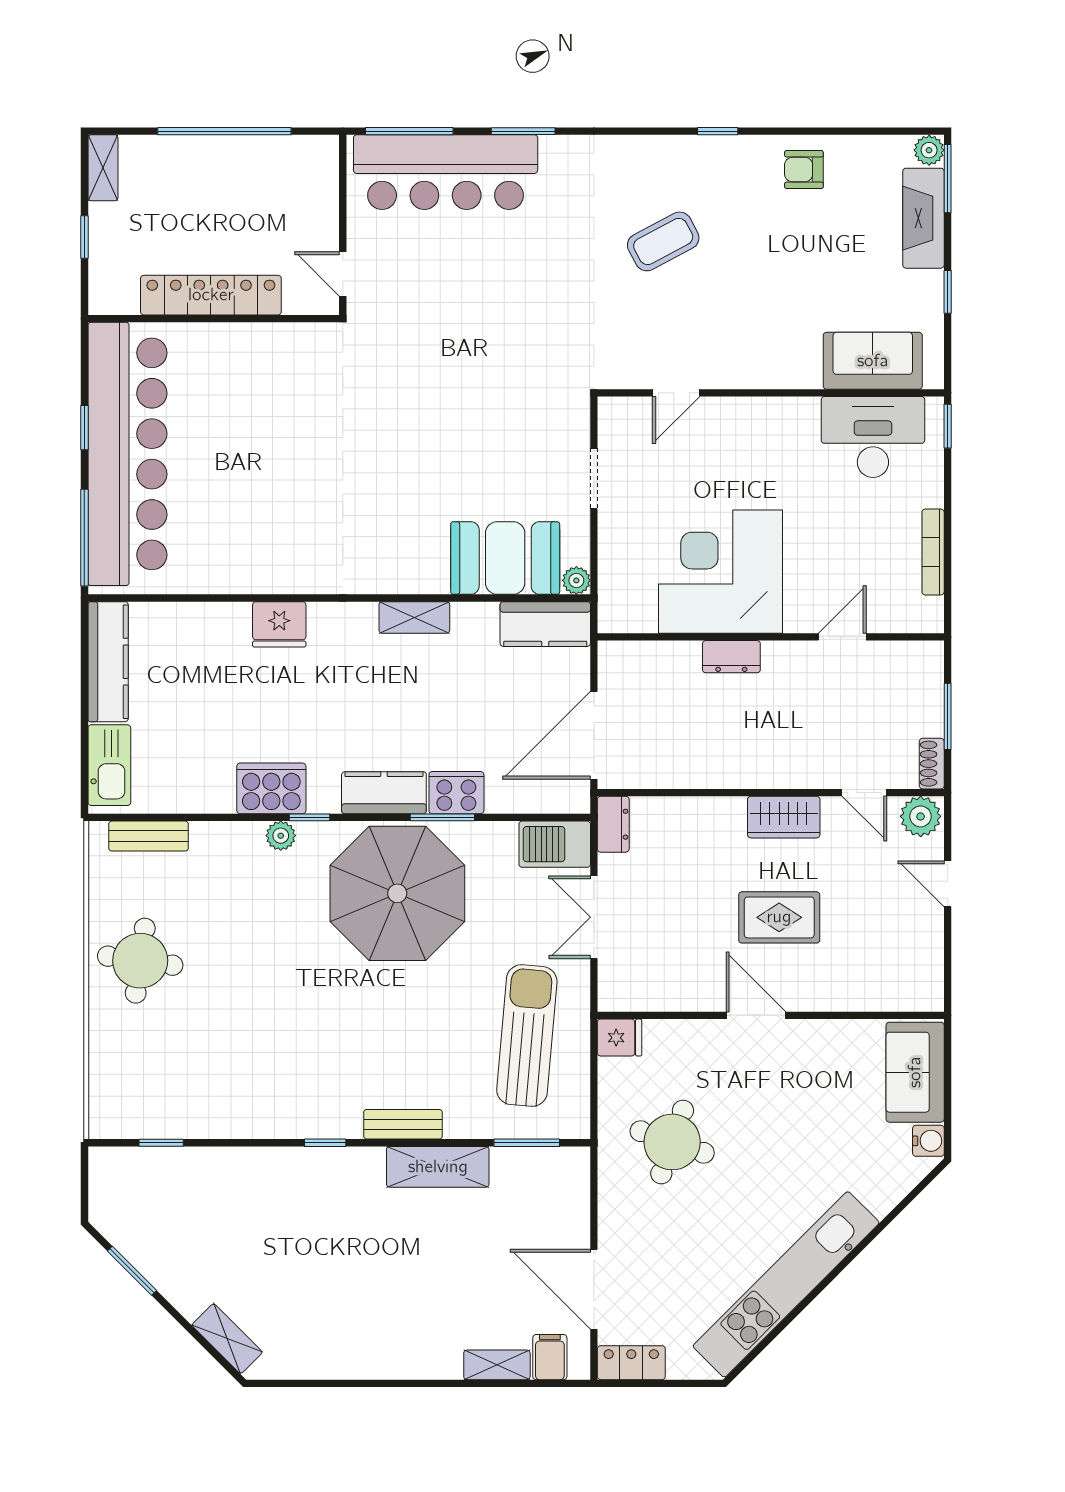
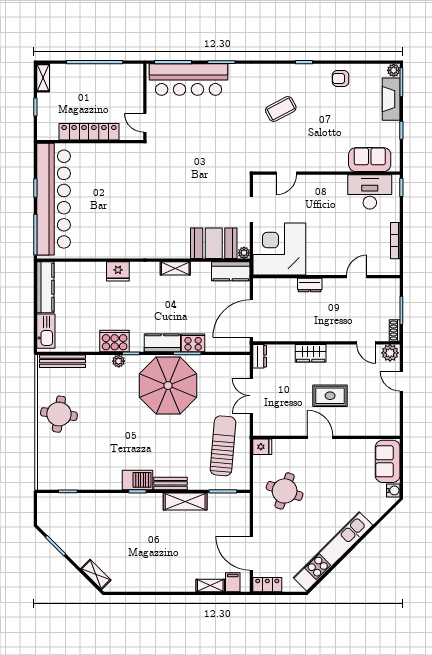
corner desk: (720, 572) -> (279, 249), moved
wardrobe: (784, 817) -> (311, 353), moved
bench: (148, 836) -> (62, 361), width x1.36
barbecue: (555, 844) -> (137, 480), moved, turned 180

